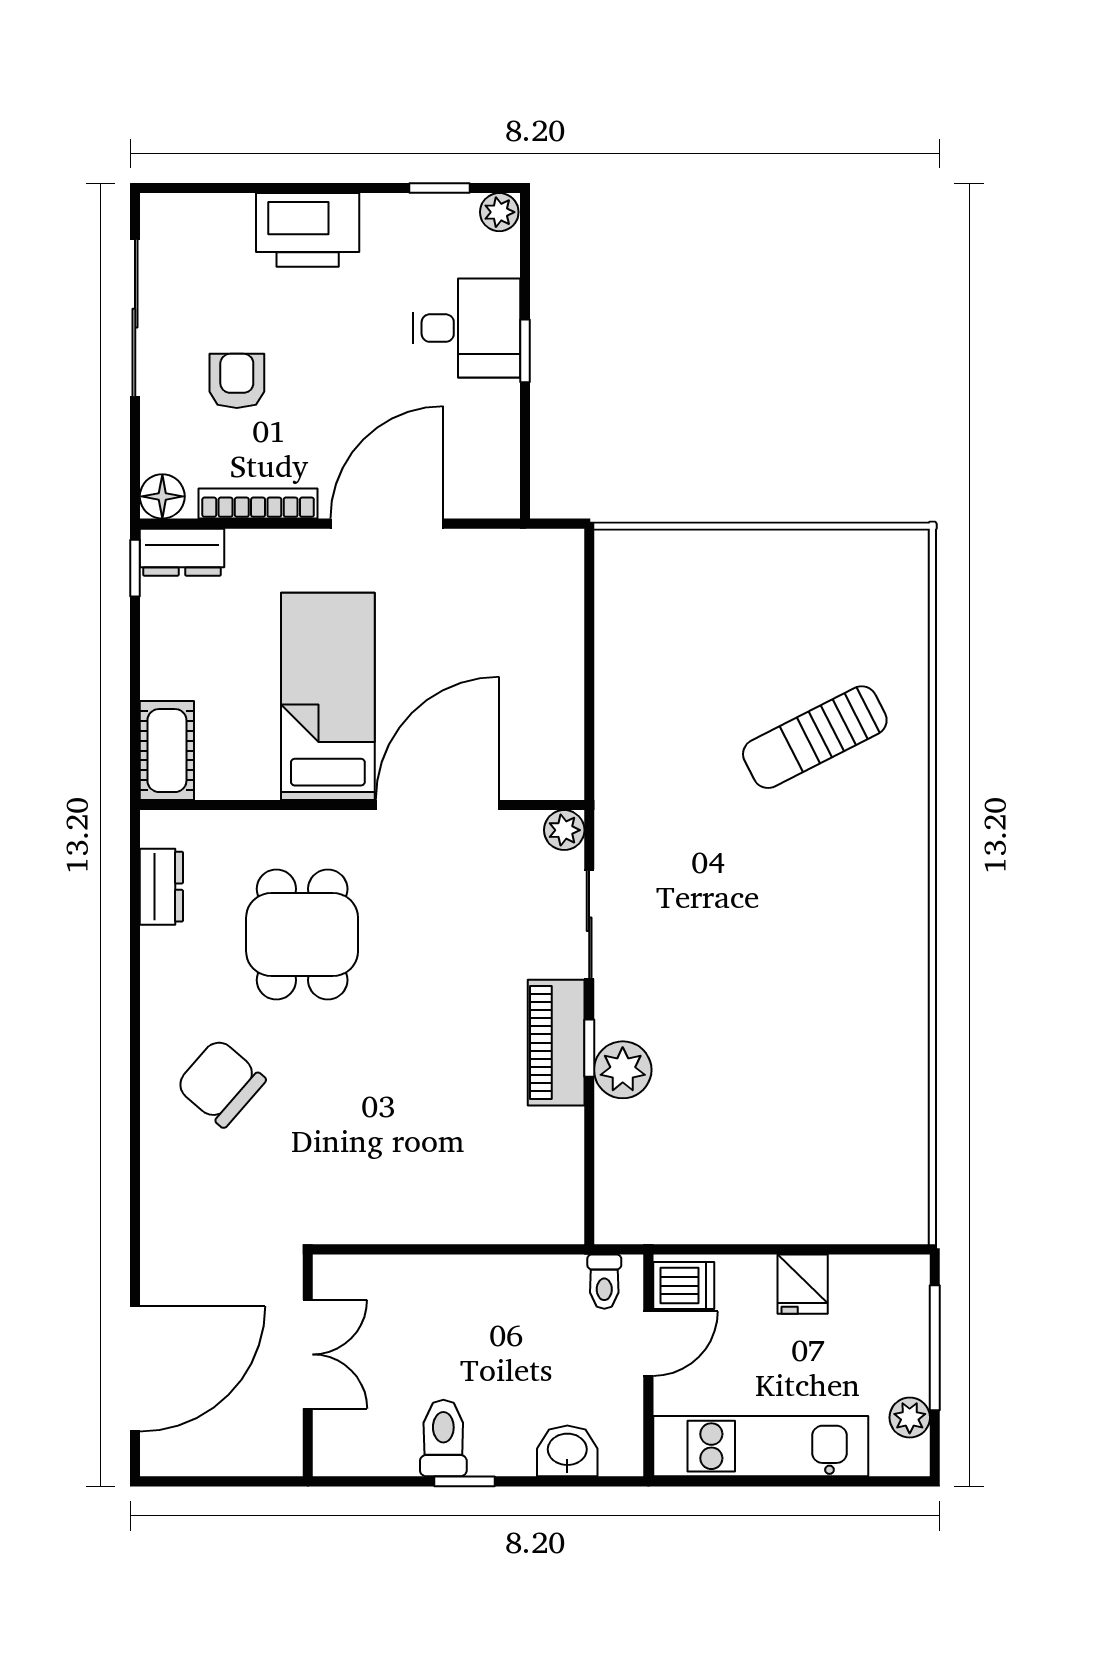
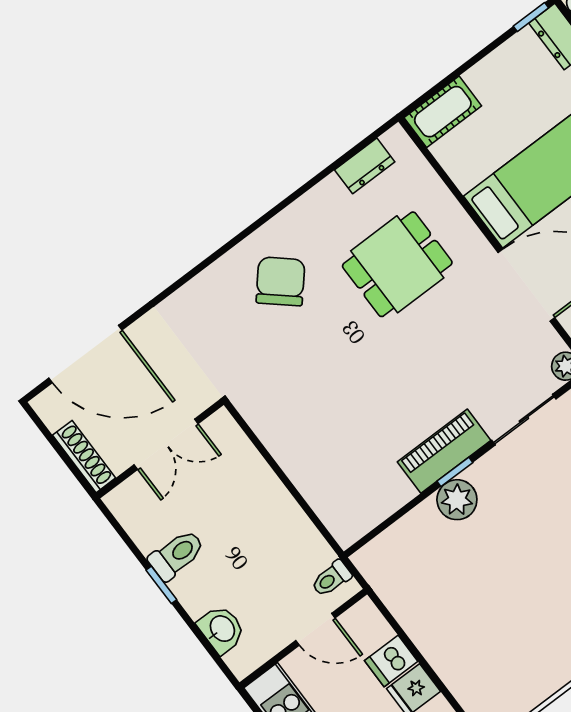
dishwasher: (684, 1286) -> (391, 661), moved, turned 90
shoe rack: (251, 1459) -> (84, 457), added

